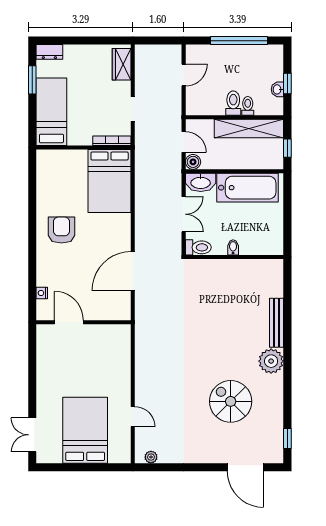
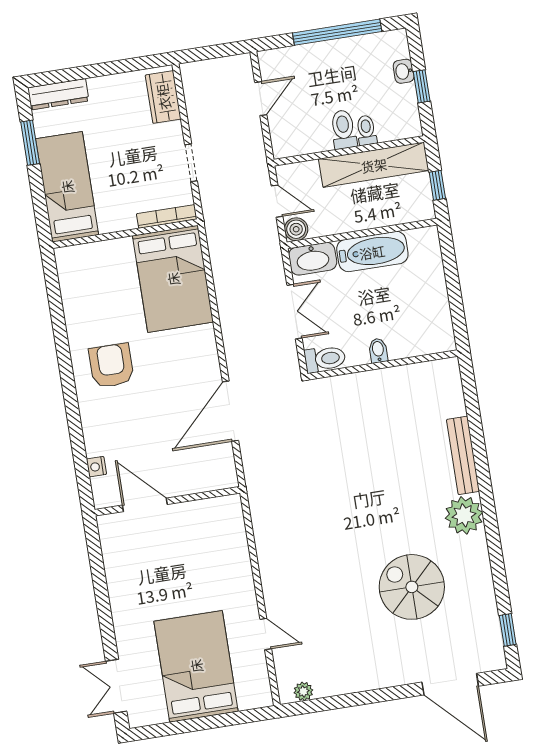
dresser: (49, 52) -> (58, 94), width x1.44
washbasin: (277, 89) -> (404, 71), moved
bathtub: (248, 188) -> (372, 252), width x0.73, depth x0.73

